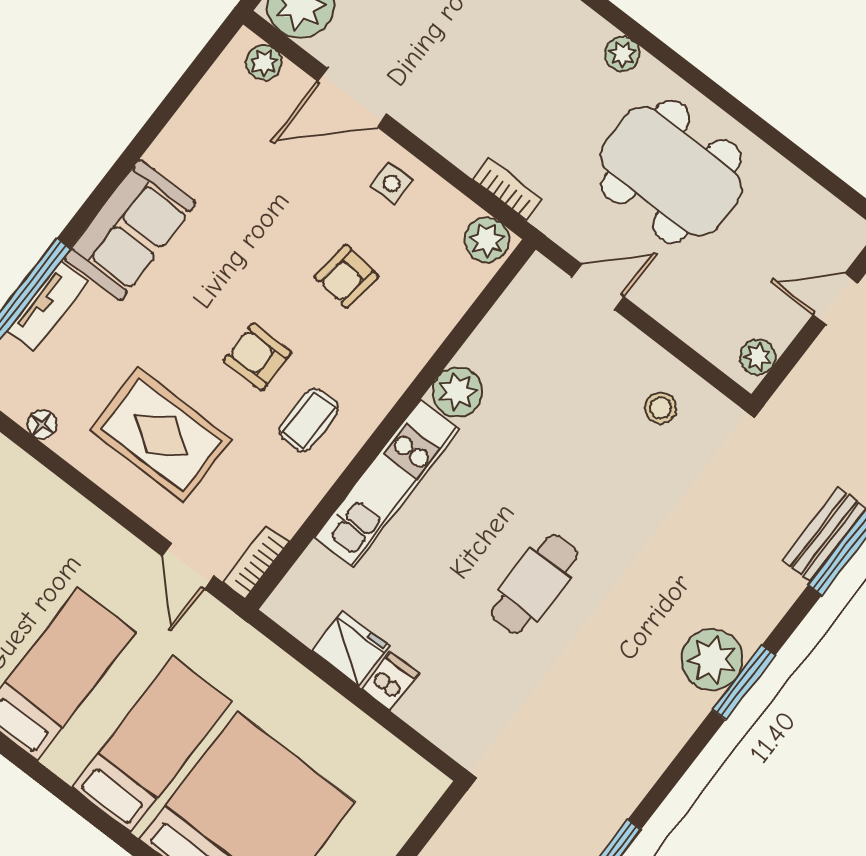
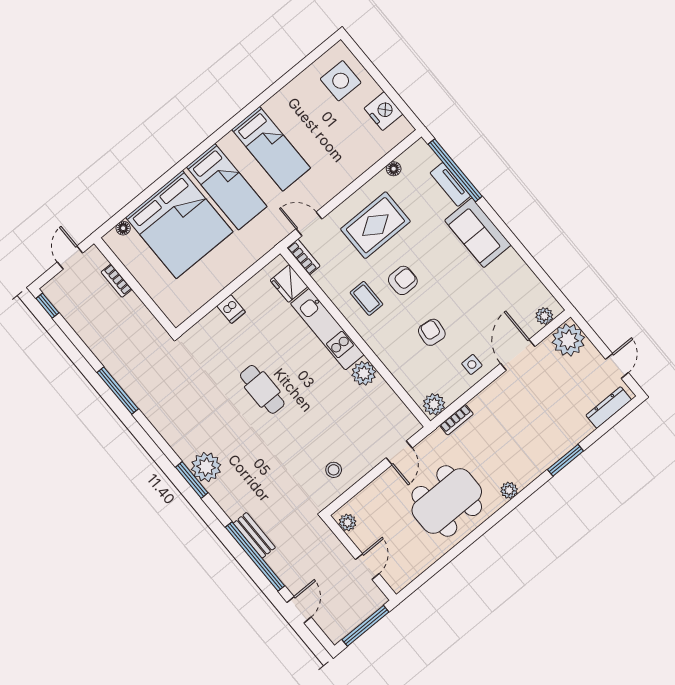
fridge: (351, 649) -> (289, 283), moved, turned 90

